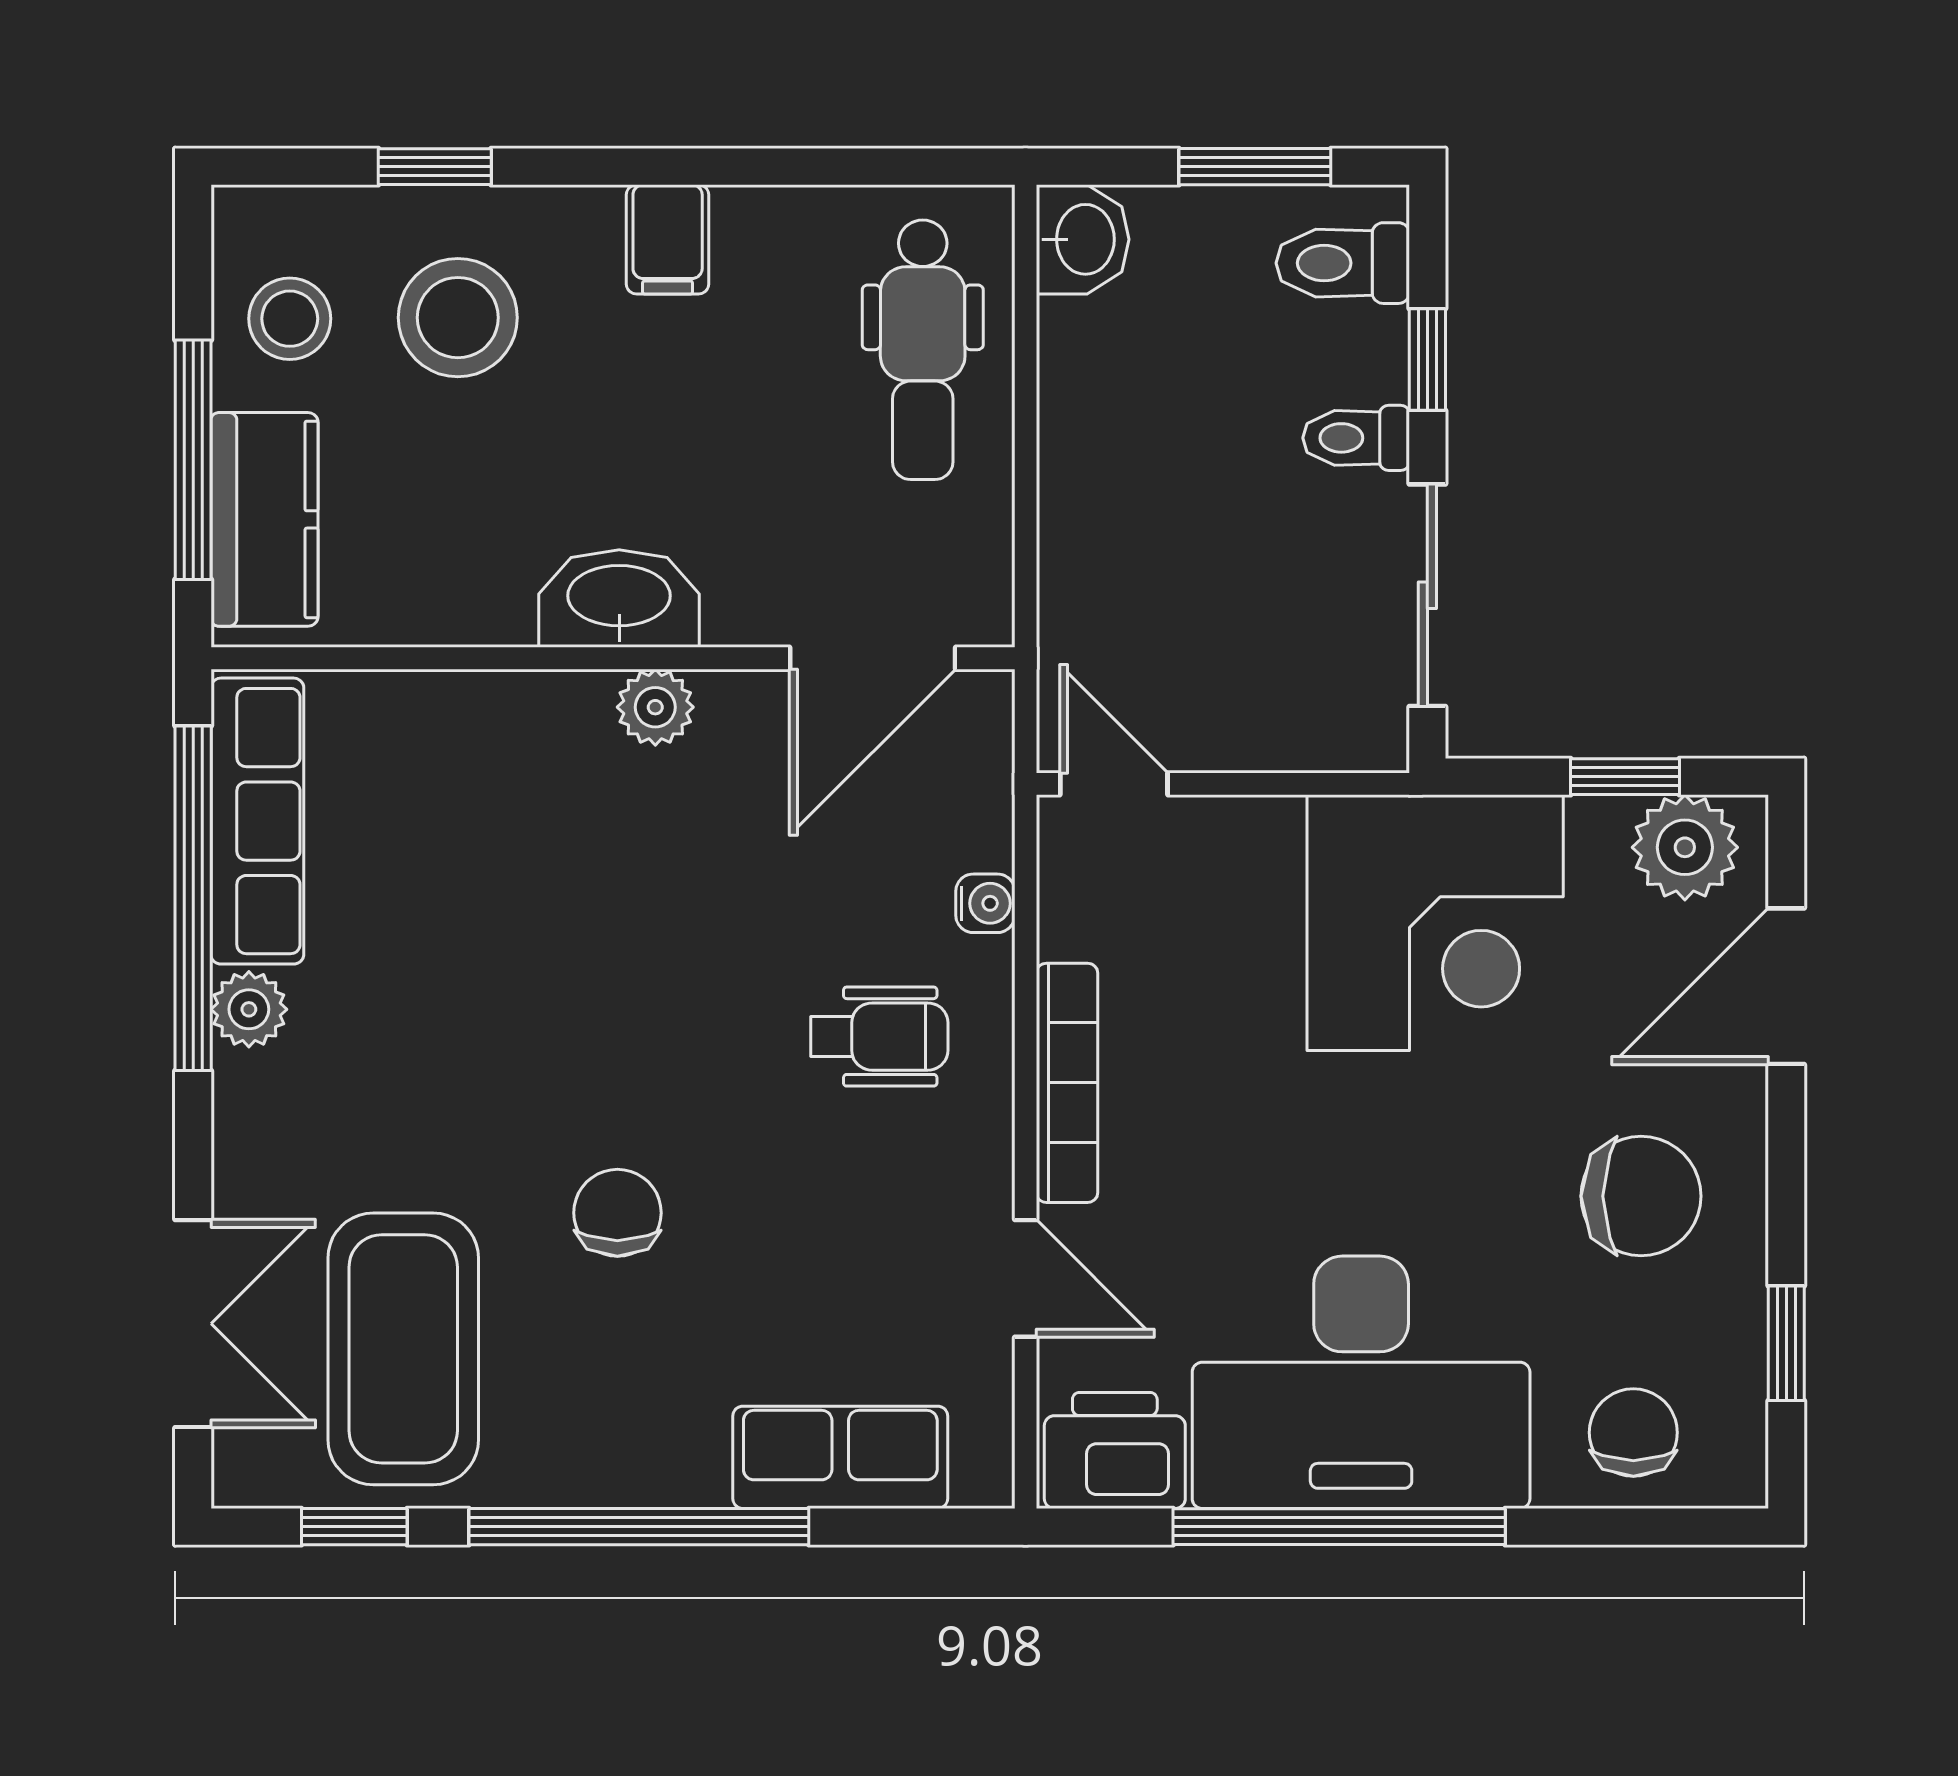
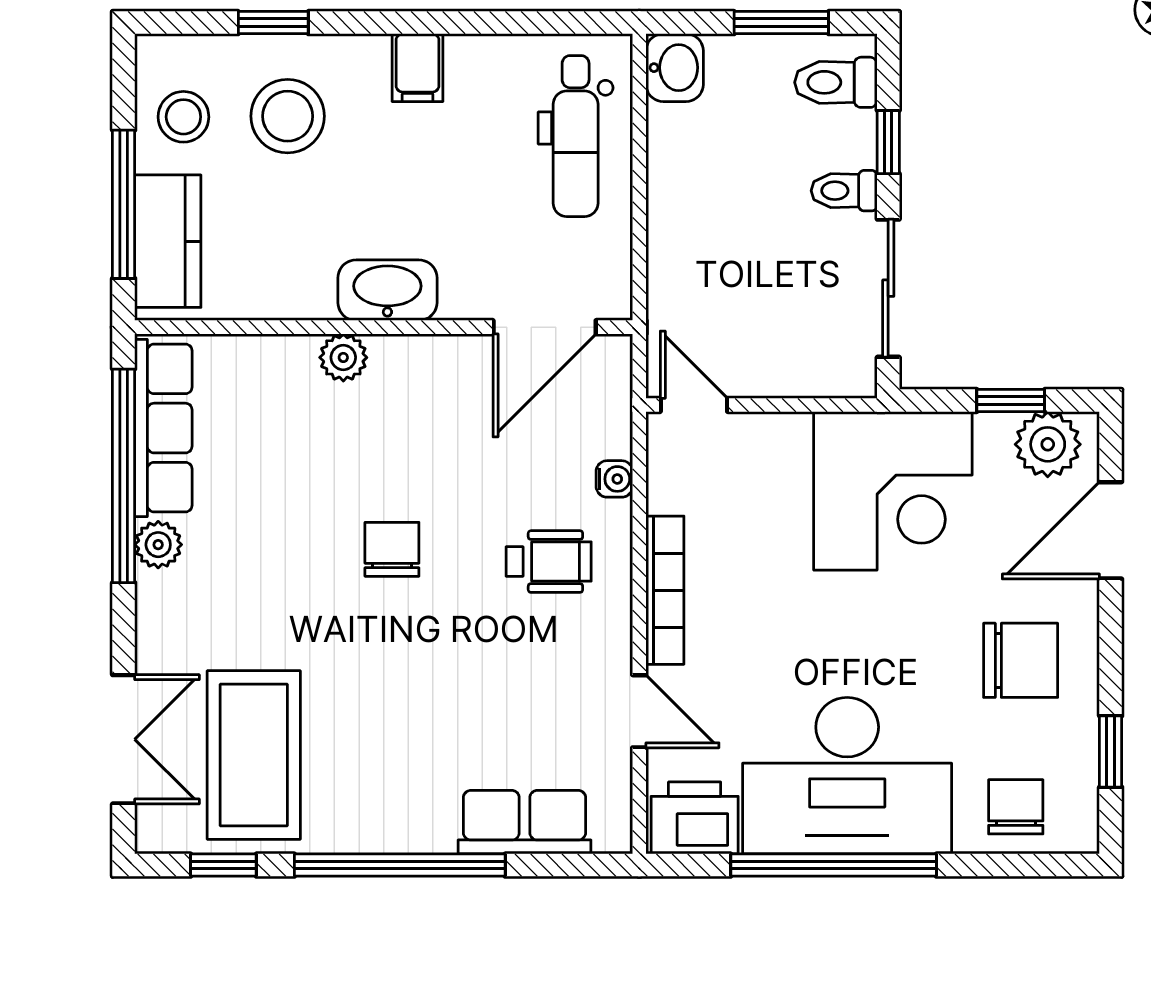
plant: (655, 707) -> (343, 357), moved
chair: (617, 1213) -> (392, 549), moved

